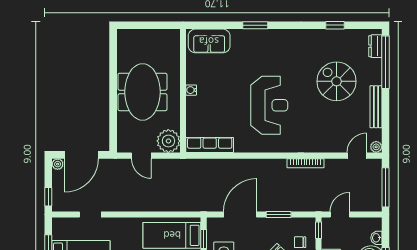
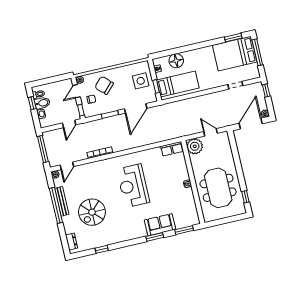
window: (211, 25) -> (184, 230), added
sofa: (209, 41) -> (160, 225), moved
window: (113, 52) -> (245, 197), added
window: (386, 62) -> (56, 205), moved
spiral stairs: (337, 81) -> (92, 212), turned 90
meeting table: (143, 92) -> (218, 188), moved
row of seats: (210, 145) -> (172, 149), width x0.68

